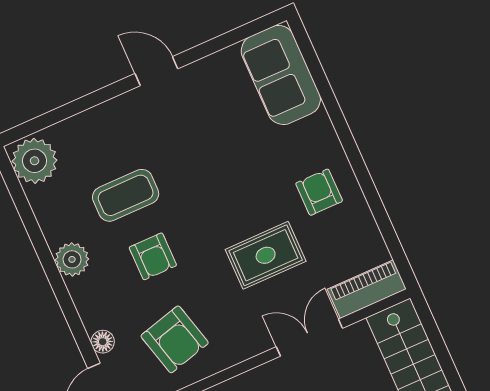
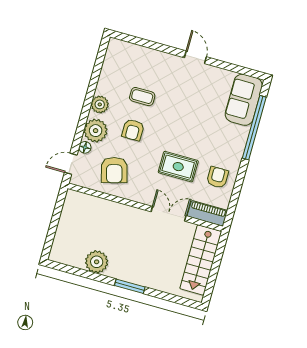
window: (331, 103) -> (254, 128), added
plant: (35, 161) -> (96, 131), moved
armchair: (319, 192) -> (217, 177), moved
coffee table: (126, 195) -> (142, 97), width x0.73, depth x0.77

